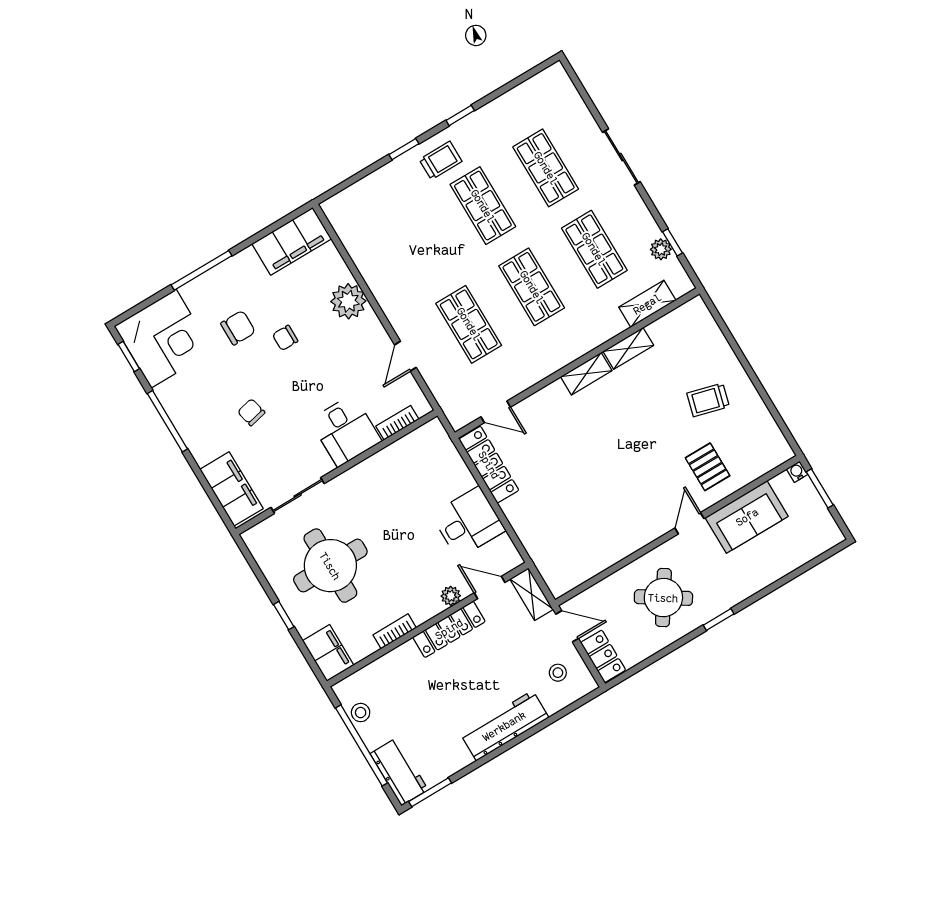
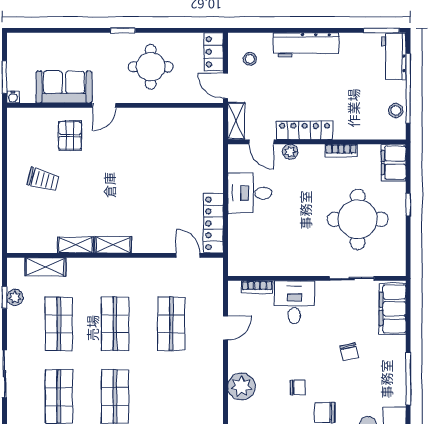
round table: (663, 598) -> (151, 67), turned -33

